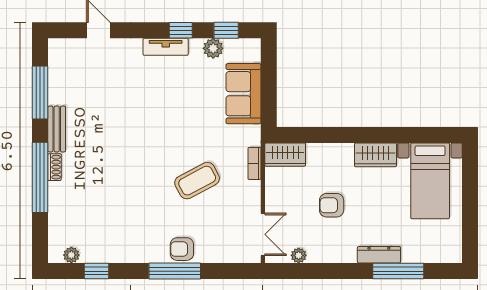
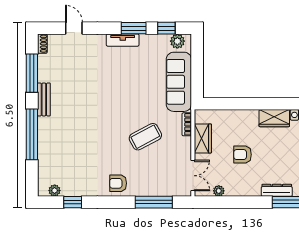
window: (181, 30) -> (134, 28), width x1.50
plant: (213, 48) -> (177, 41), moved
sofa: (243, 94) -> (179, 82), width x1.36
wardrobe: (285, 155) -> (203, 138), moved, turned -90
shoe rack: (54, 167) -> (42, 44), moved
armchair: (182, 249) -> (118, 183), moved
window: (175, 271) -> (154, 202), moved

